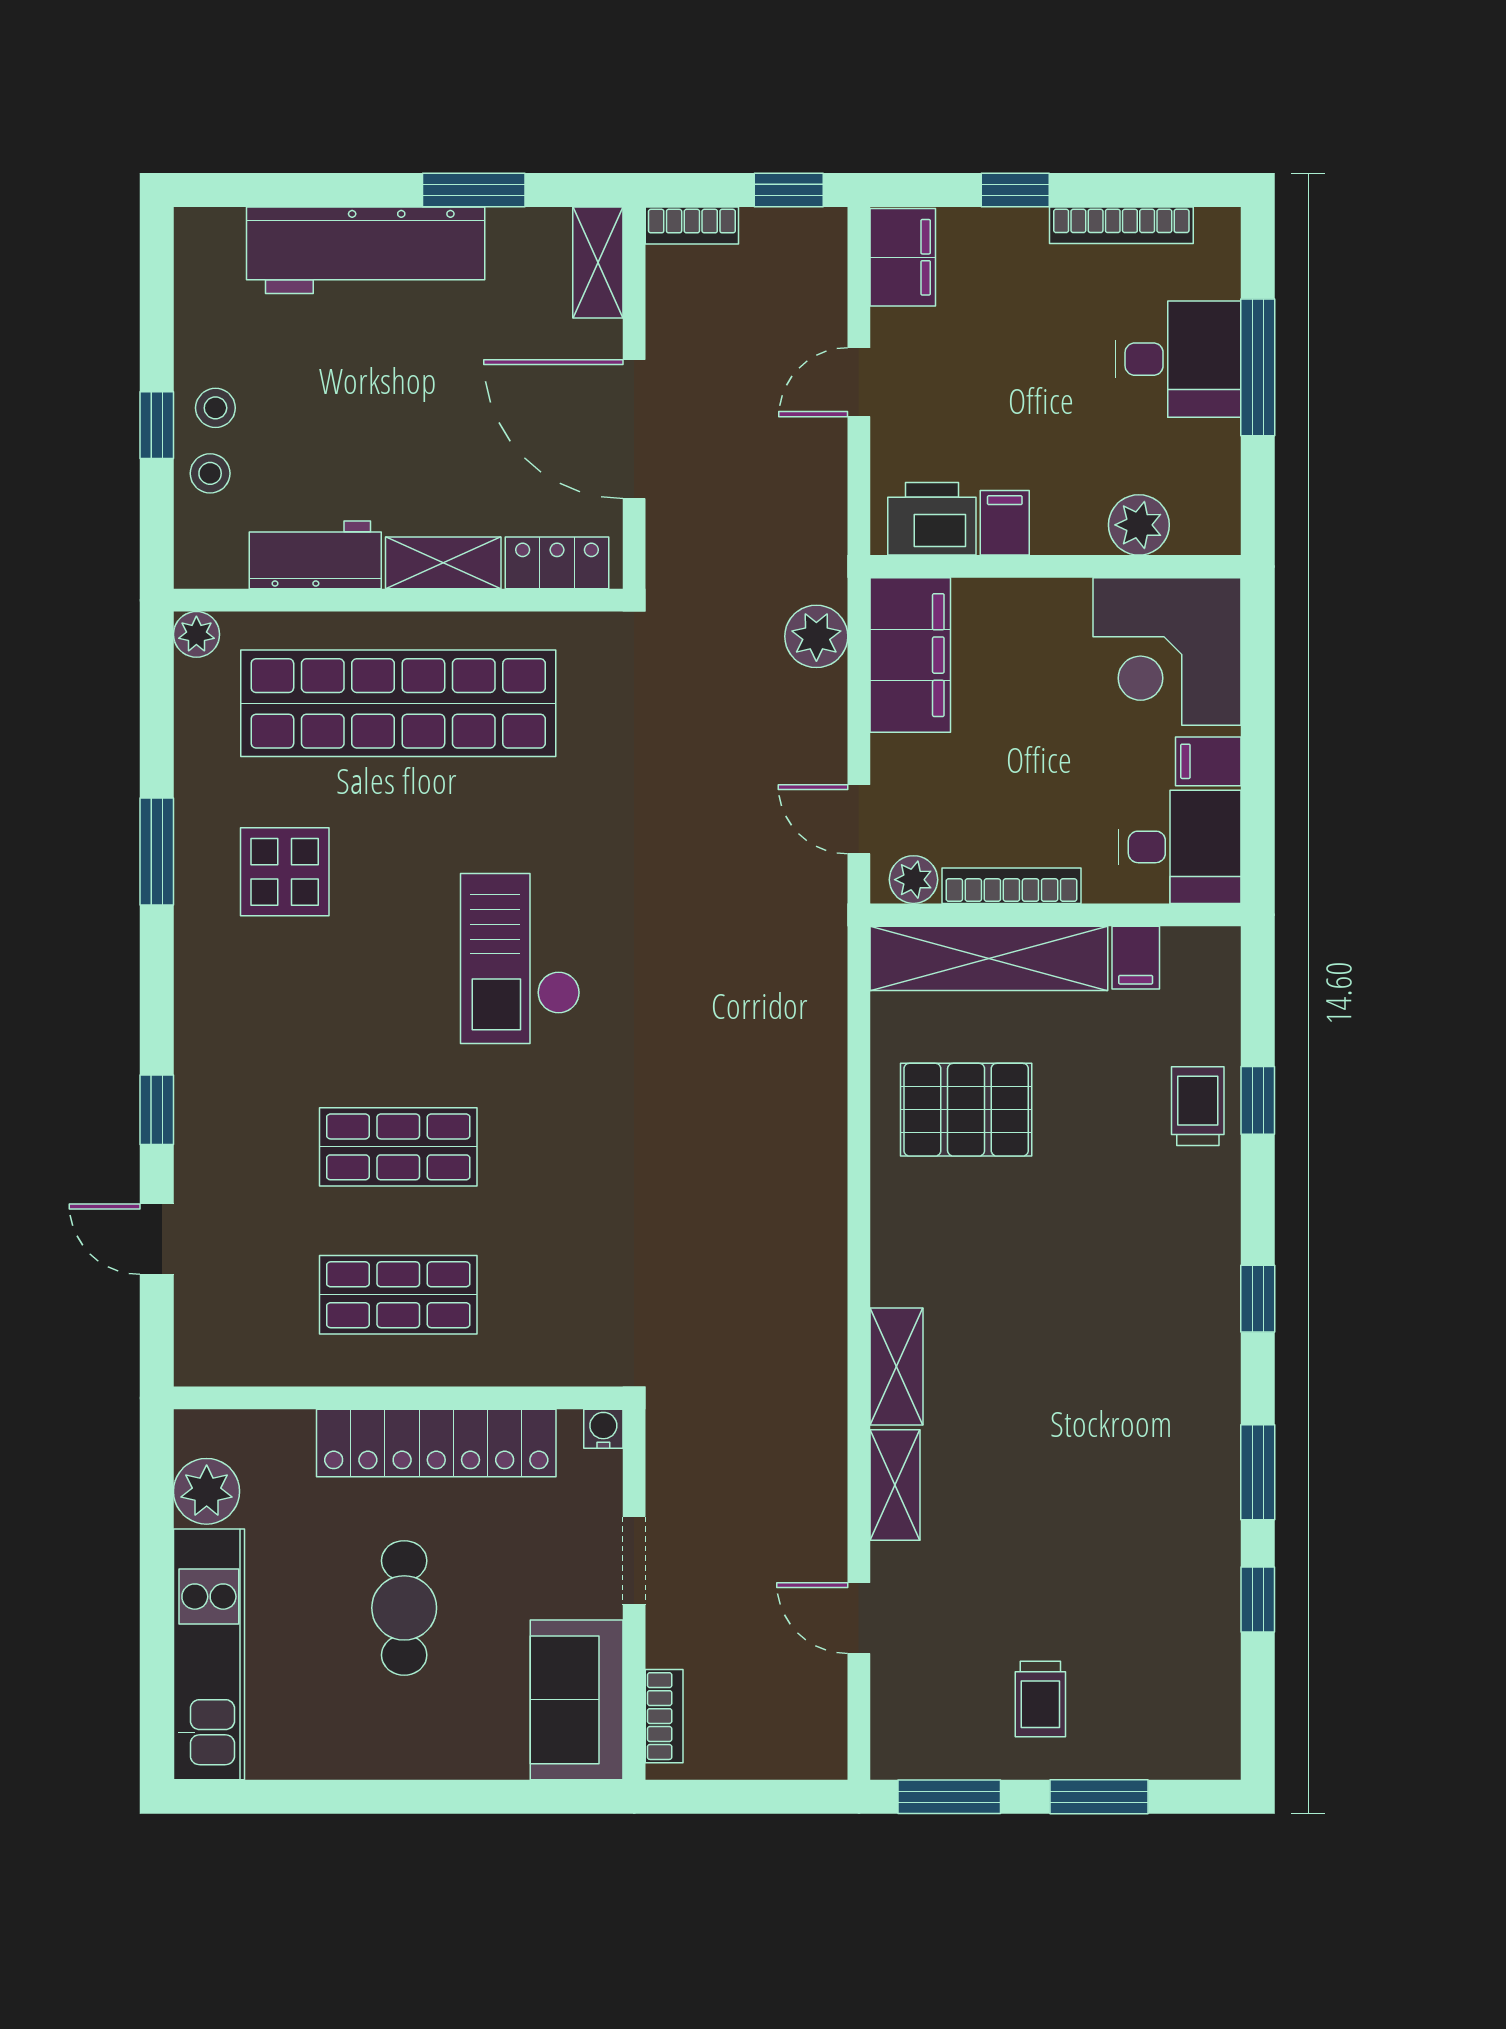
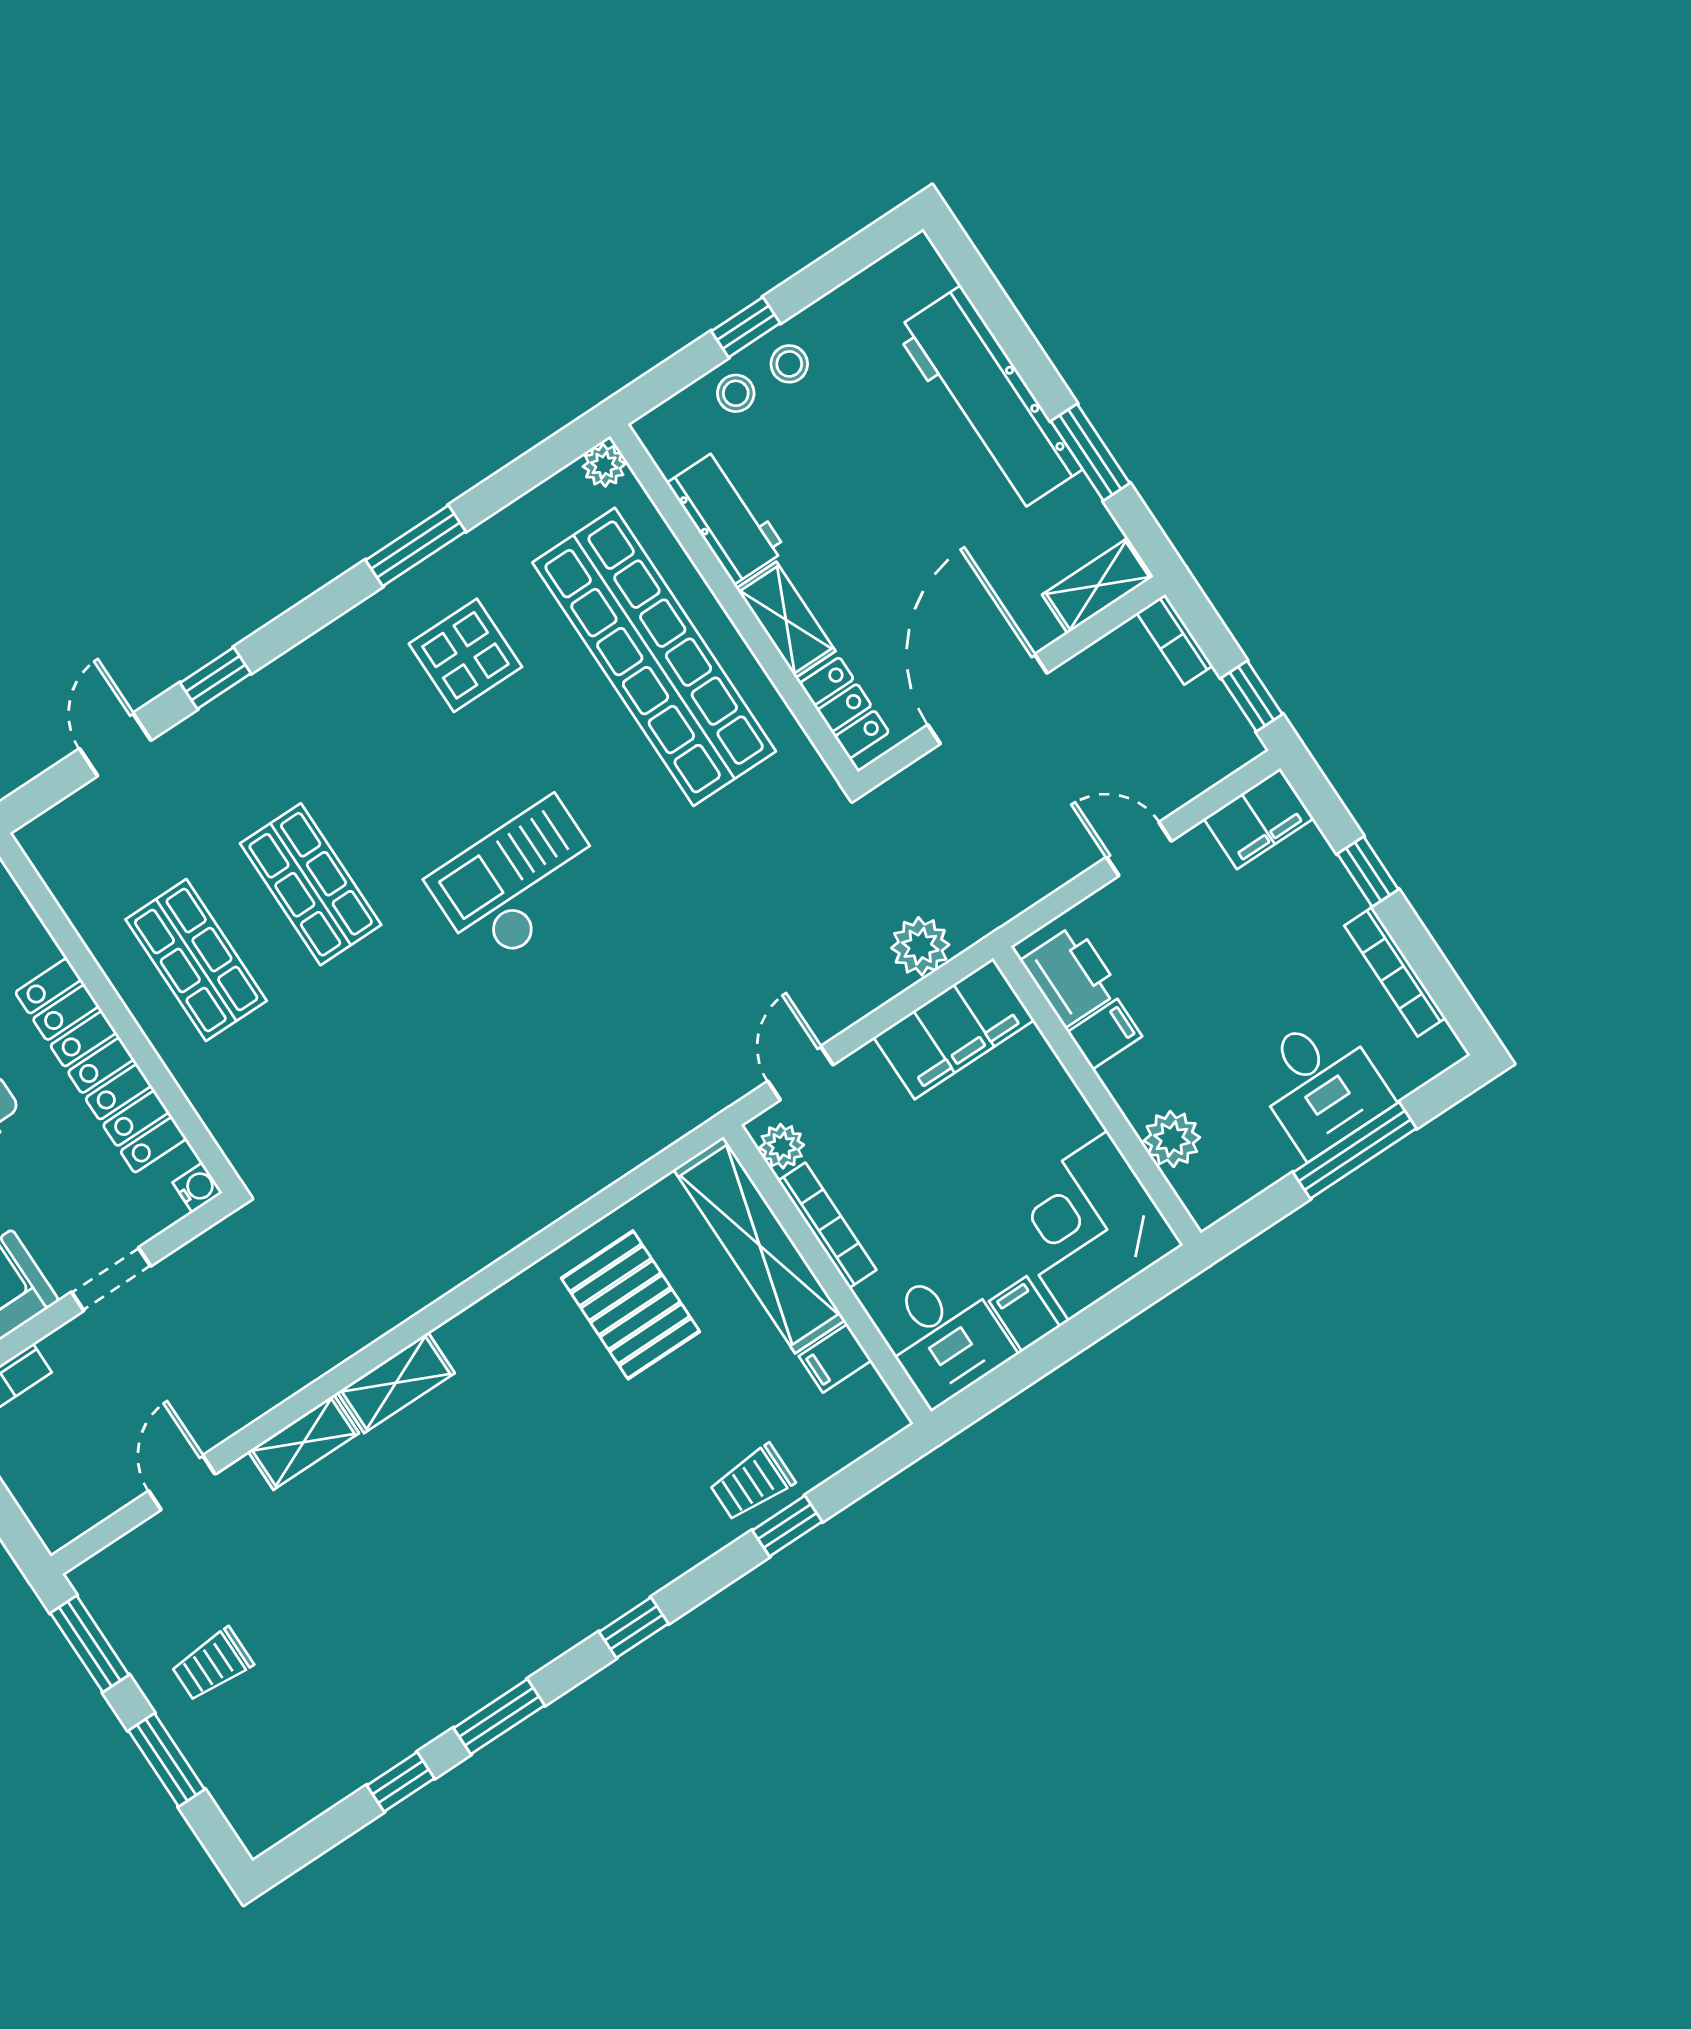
trolley: (1198, 1106) -> (752, 1483), turned 180

